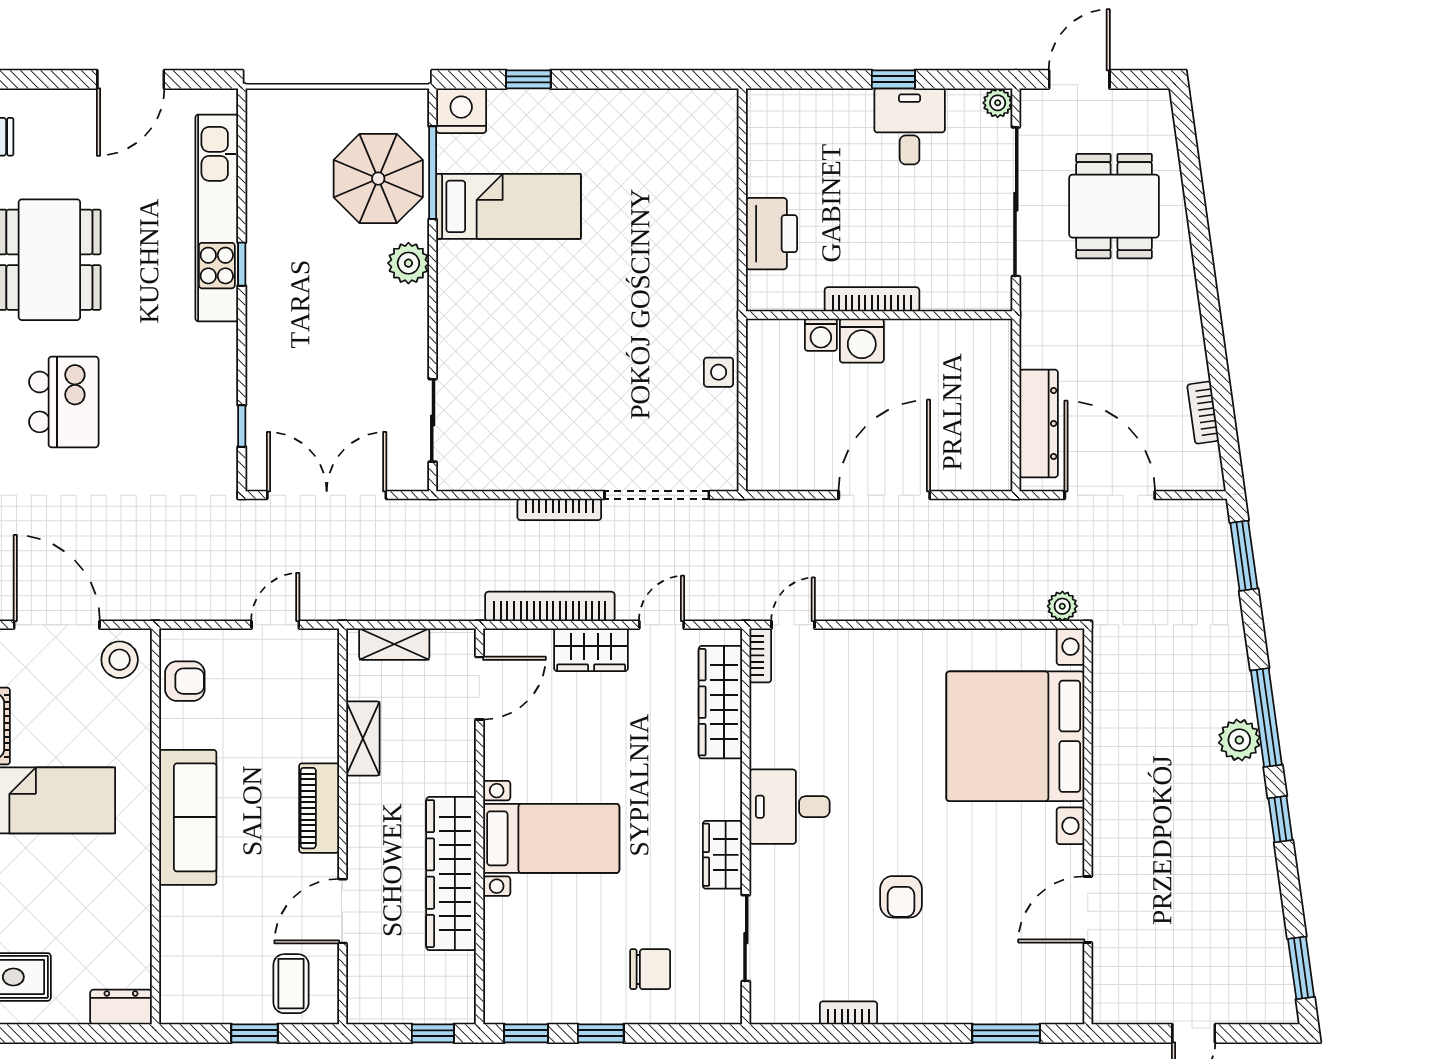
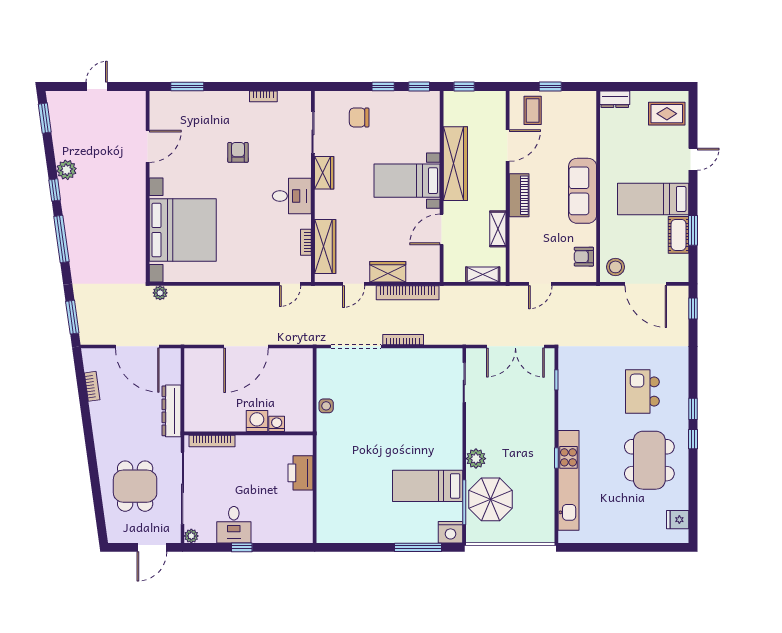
door: (131, 79) -> (610, 547), removed
window: (528, 79) -> (418, 547), width x2.17
bookcase: (872, 299) -> (212, 441), moved
dresser: (1039, 423) -> (171, 411), moved
bookcase: (760, 655) -> (306, 242), moved
door: (479, 688) -> (442, 229), moved
plant: (1239, 740) -> (66, 170), moved

